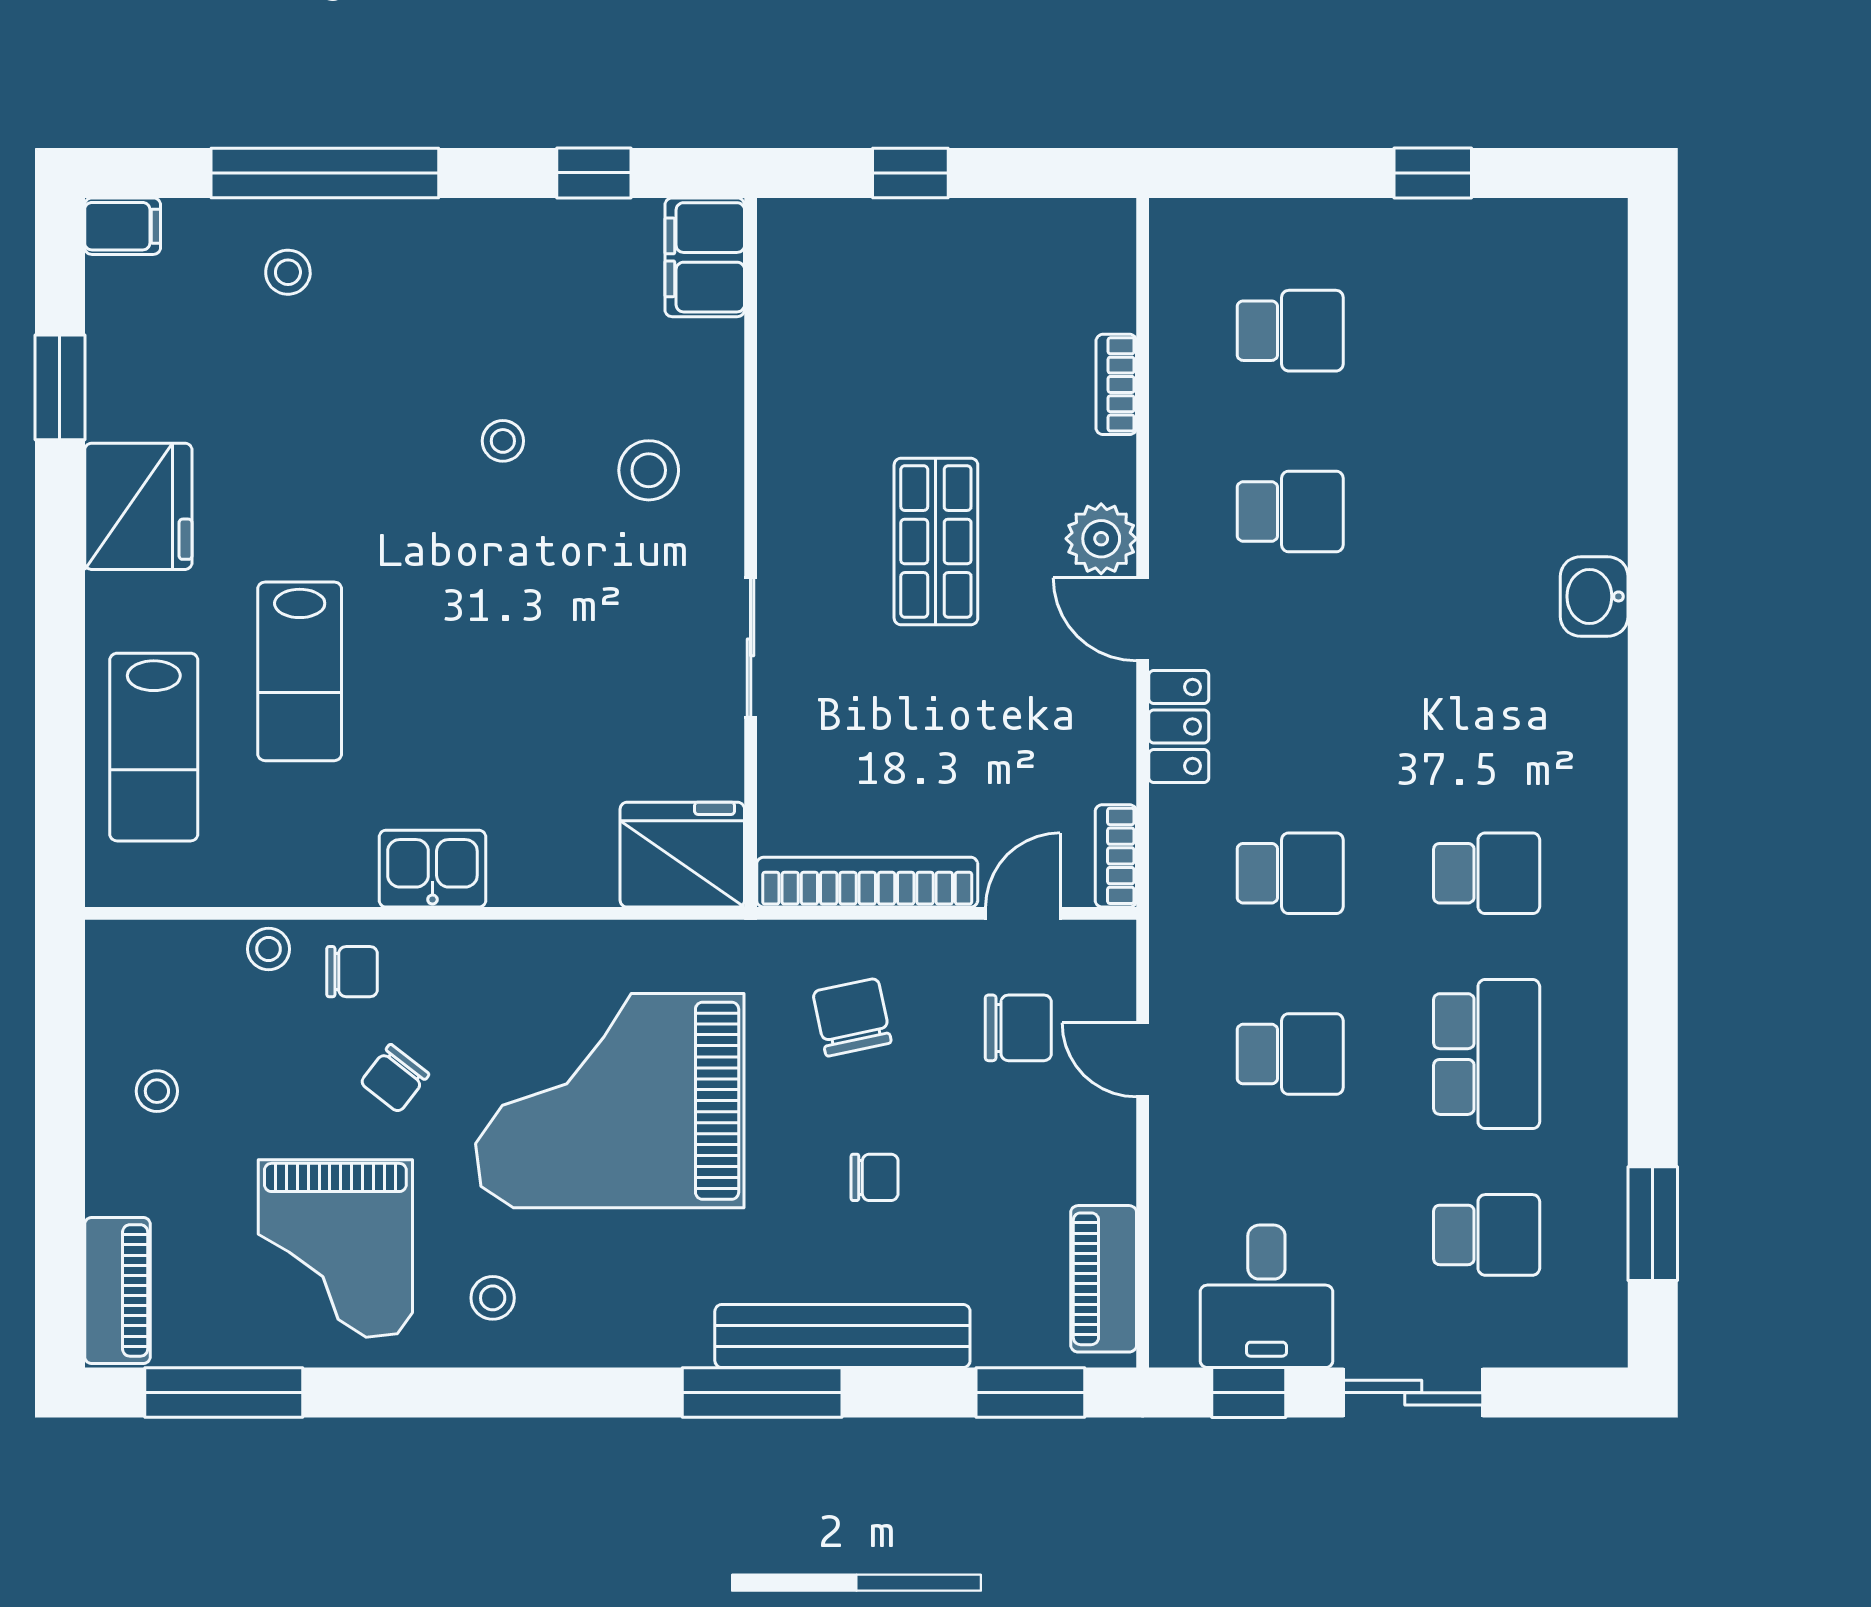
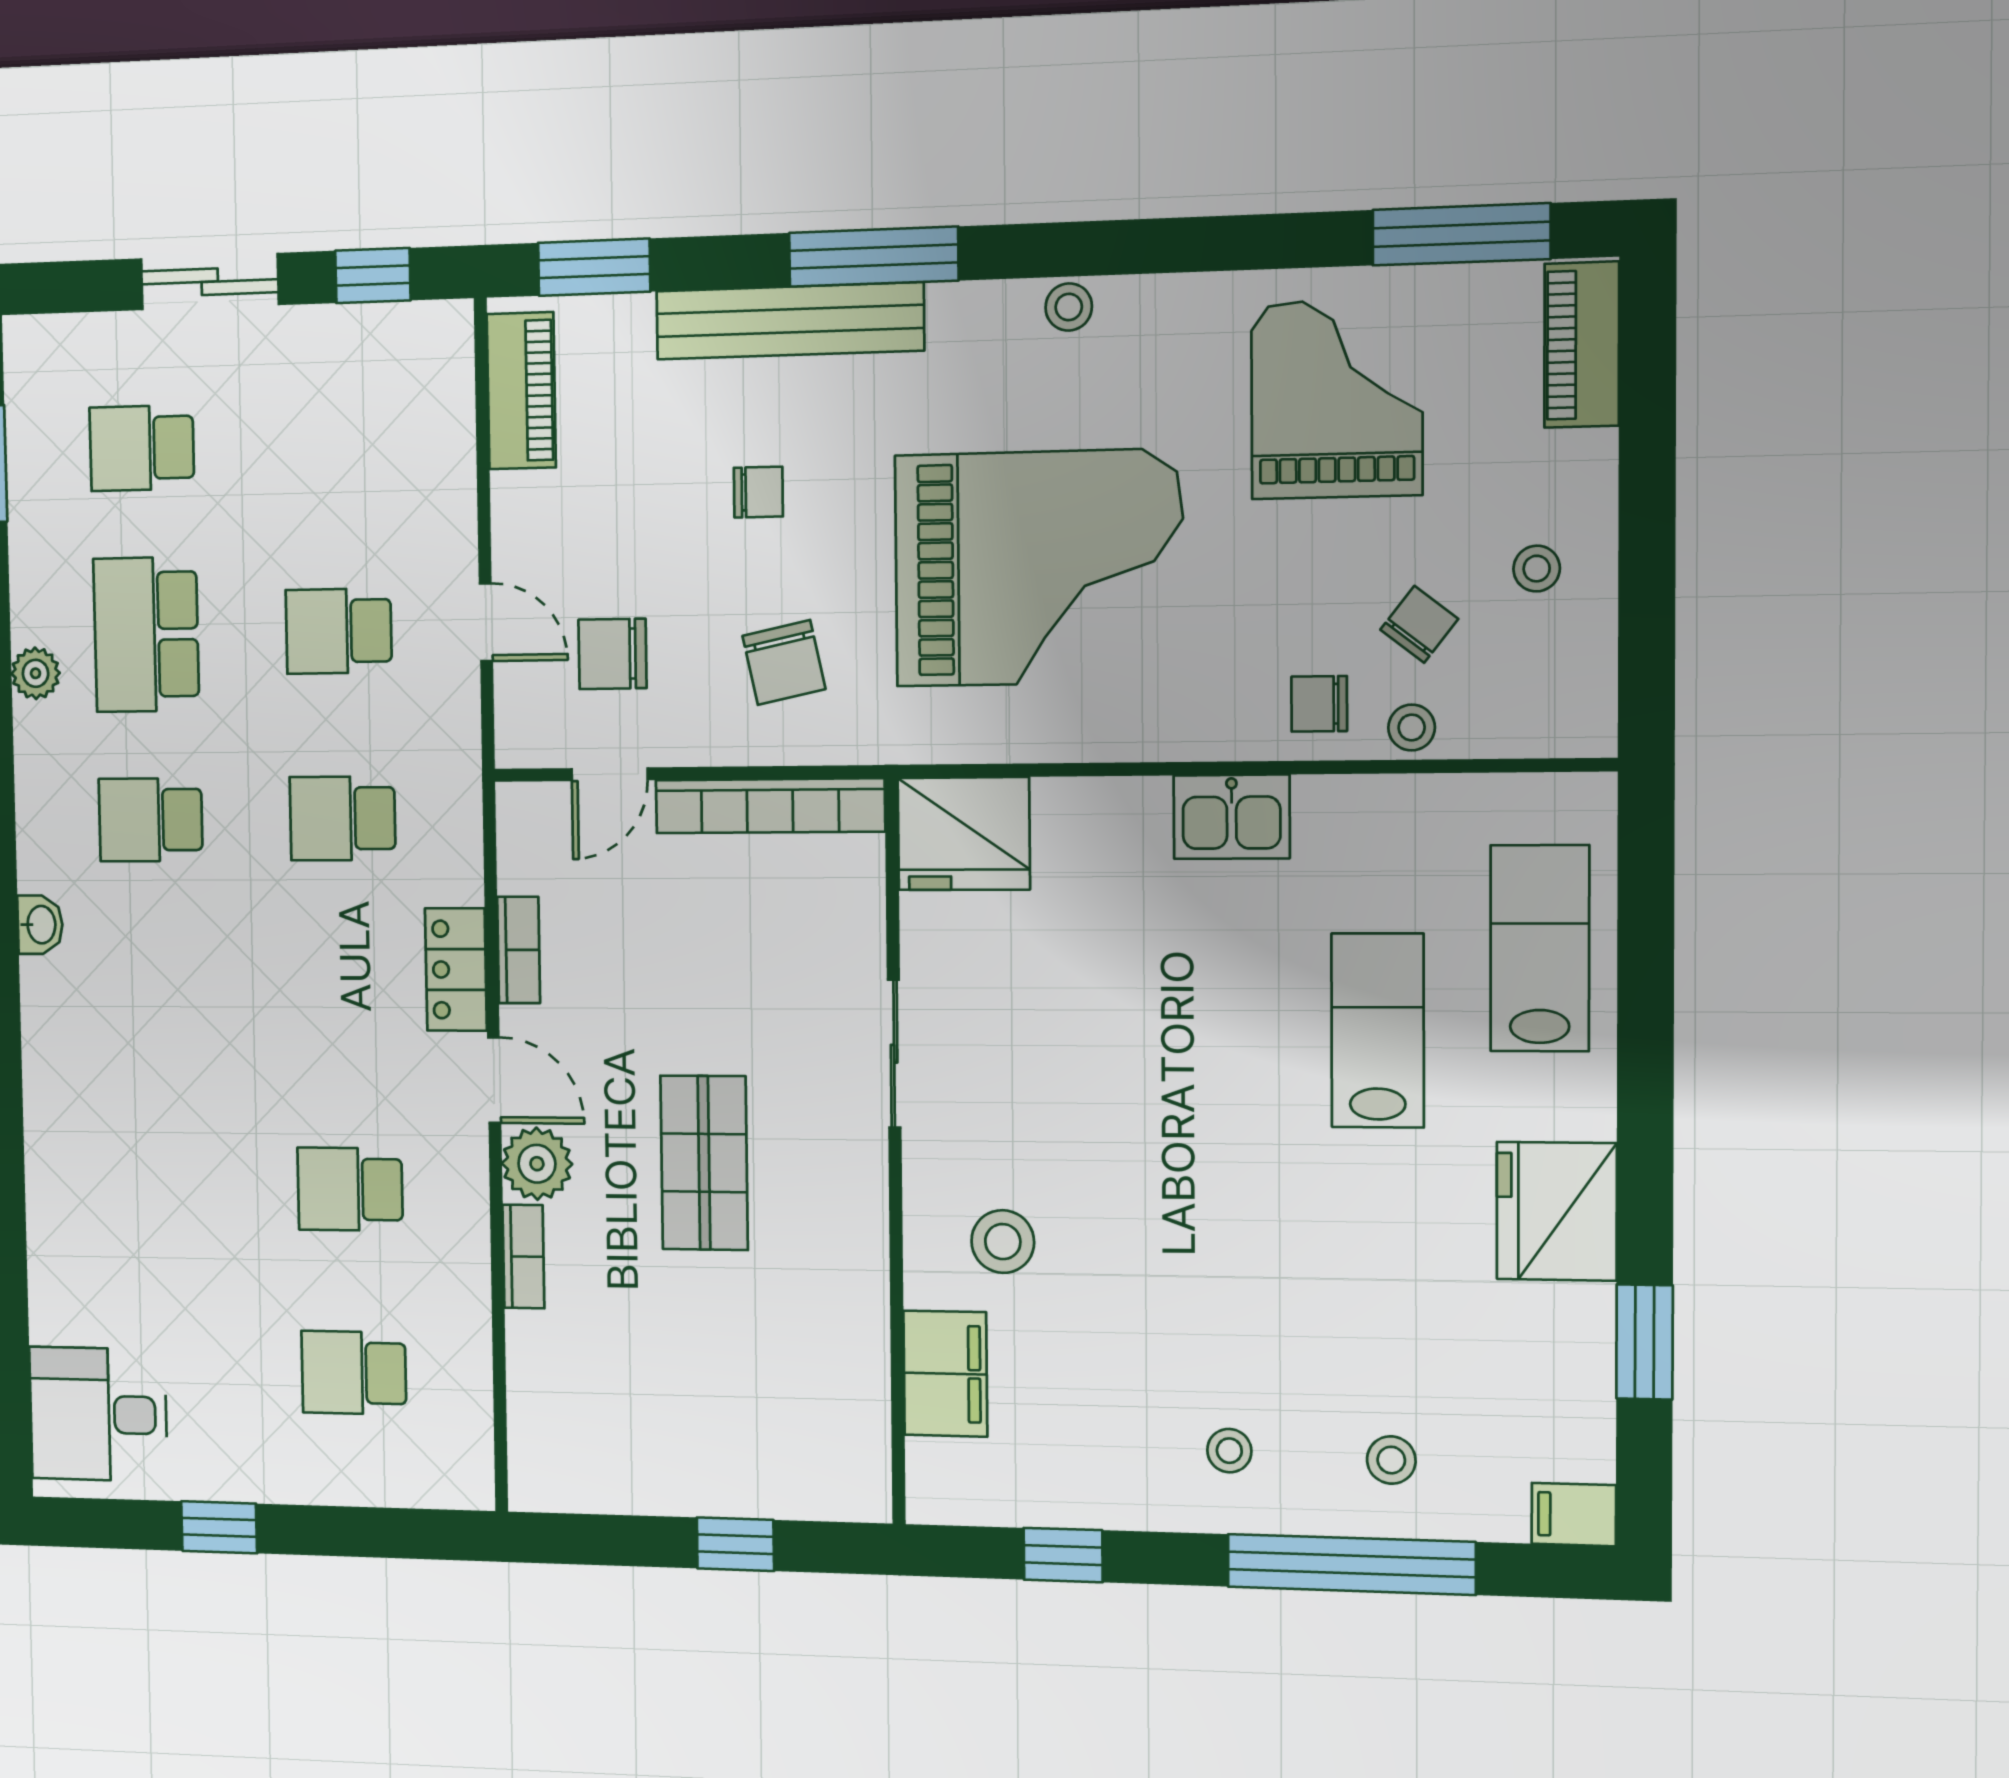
filing cabinet: (705, 257) -> (945, 1374), moved
bookcase: (1116, 384) -> (523, 1257), moved
stool: (503, 441) -> (1229, 1451), moved
washbasin: (1594, 596) -> (40, 925), moved, width x0.72, depth x0.69
bookcase: (1116, 856) -> (519, 950), moved
plant: (1603, 1018) -> (36, 673), added
chair: (395, 1078) -> (1419, 624), moved
chair: (875, 1177) -> (758, 492), turned 180
desk: (1266, 1296) -> (98, 1414), moved, turned -90
stool: (493, 1298) -> (1069, 307), moved

